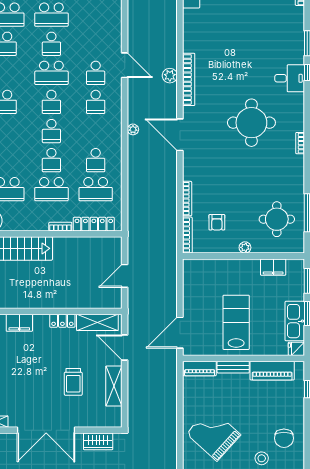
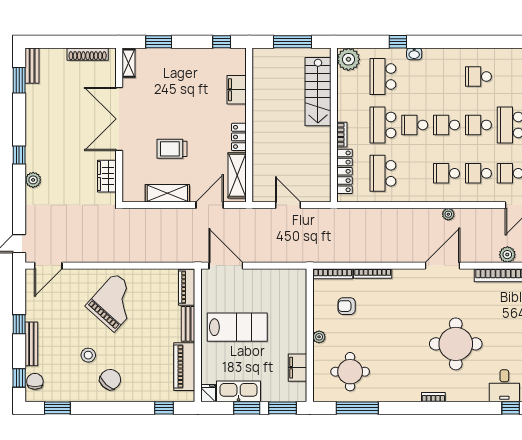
school desk: (96, 160) -> (447, 173), moved
chair: (284, 438) -> (110, 380), turned 133

